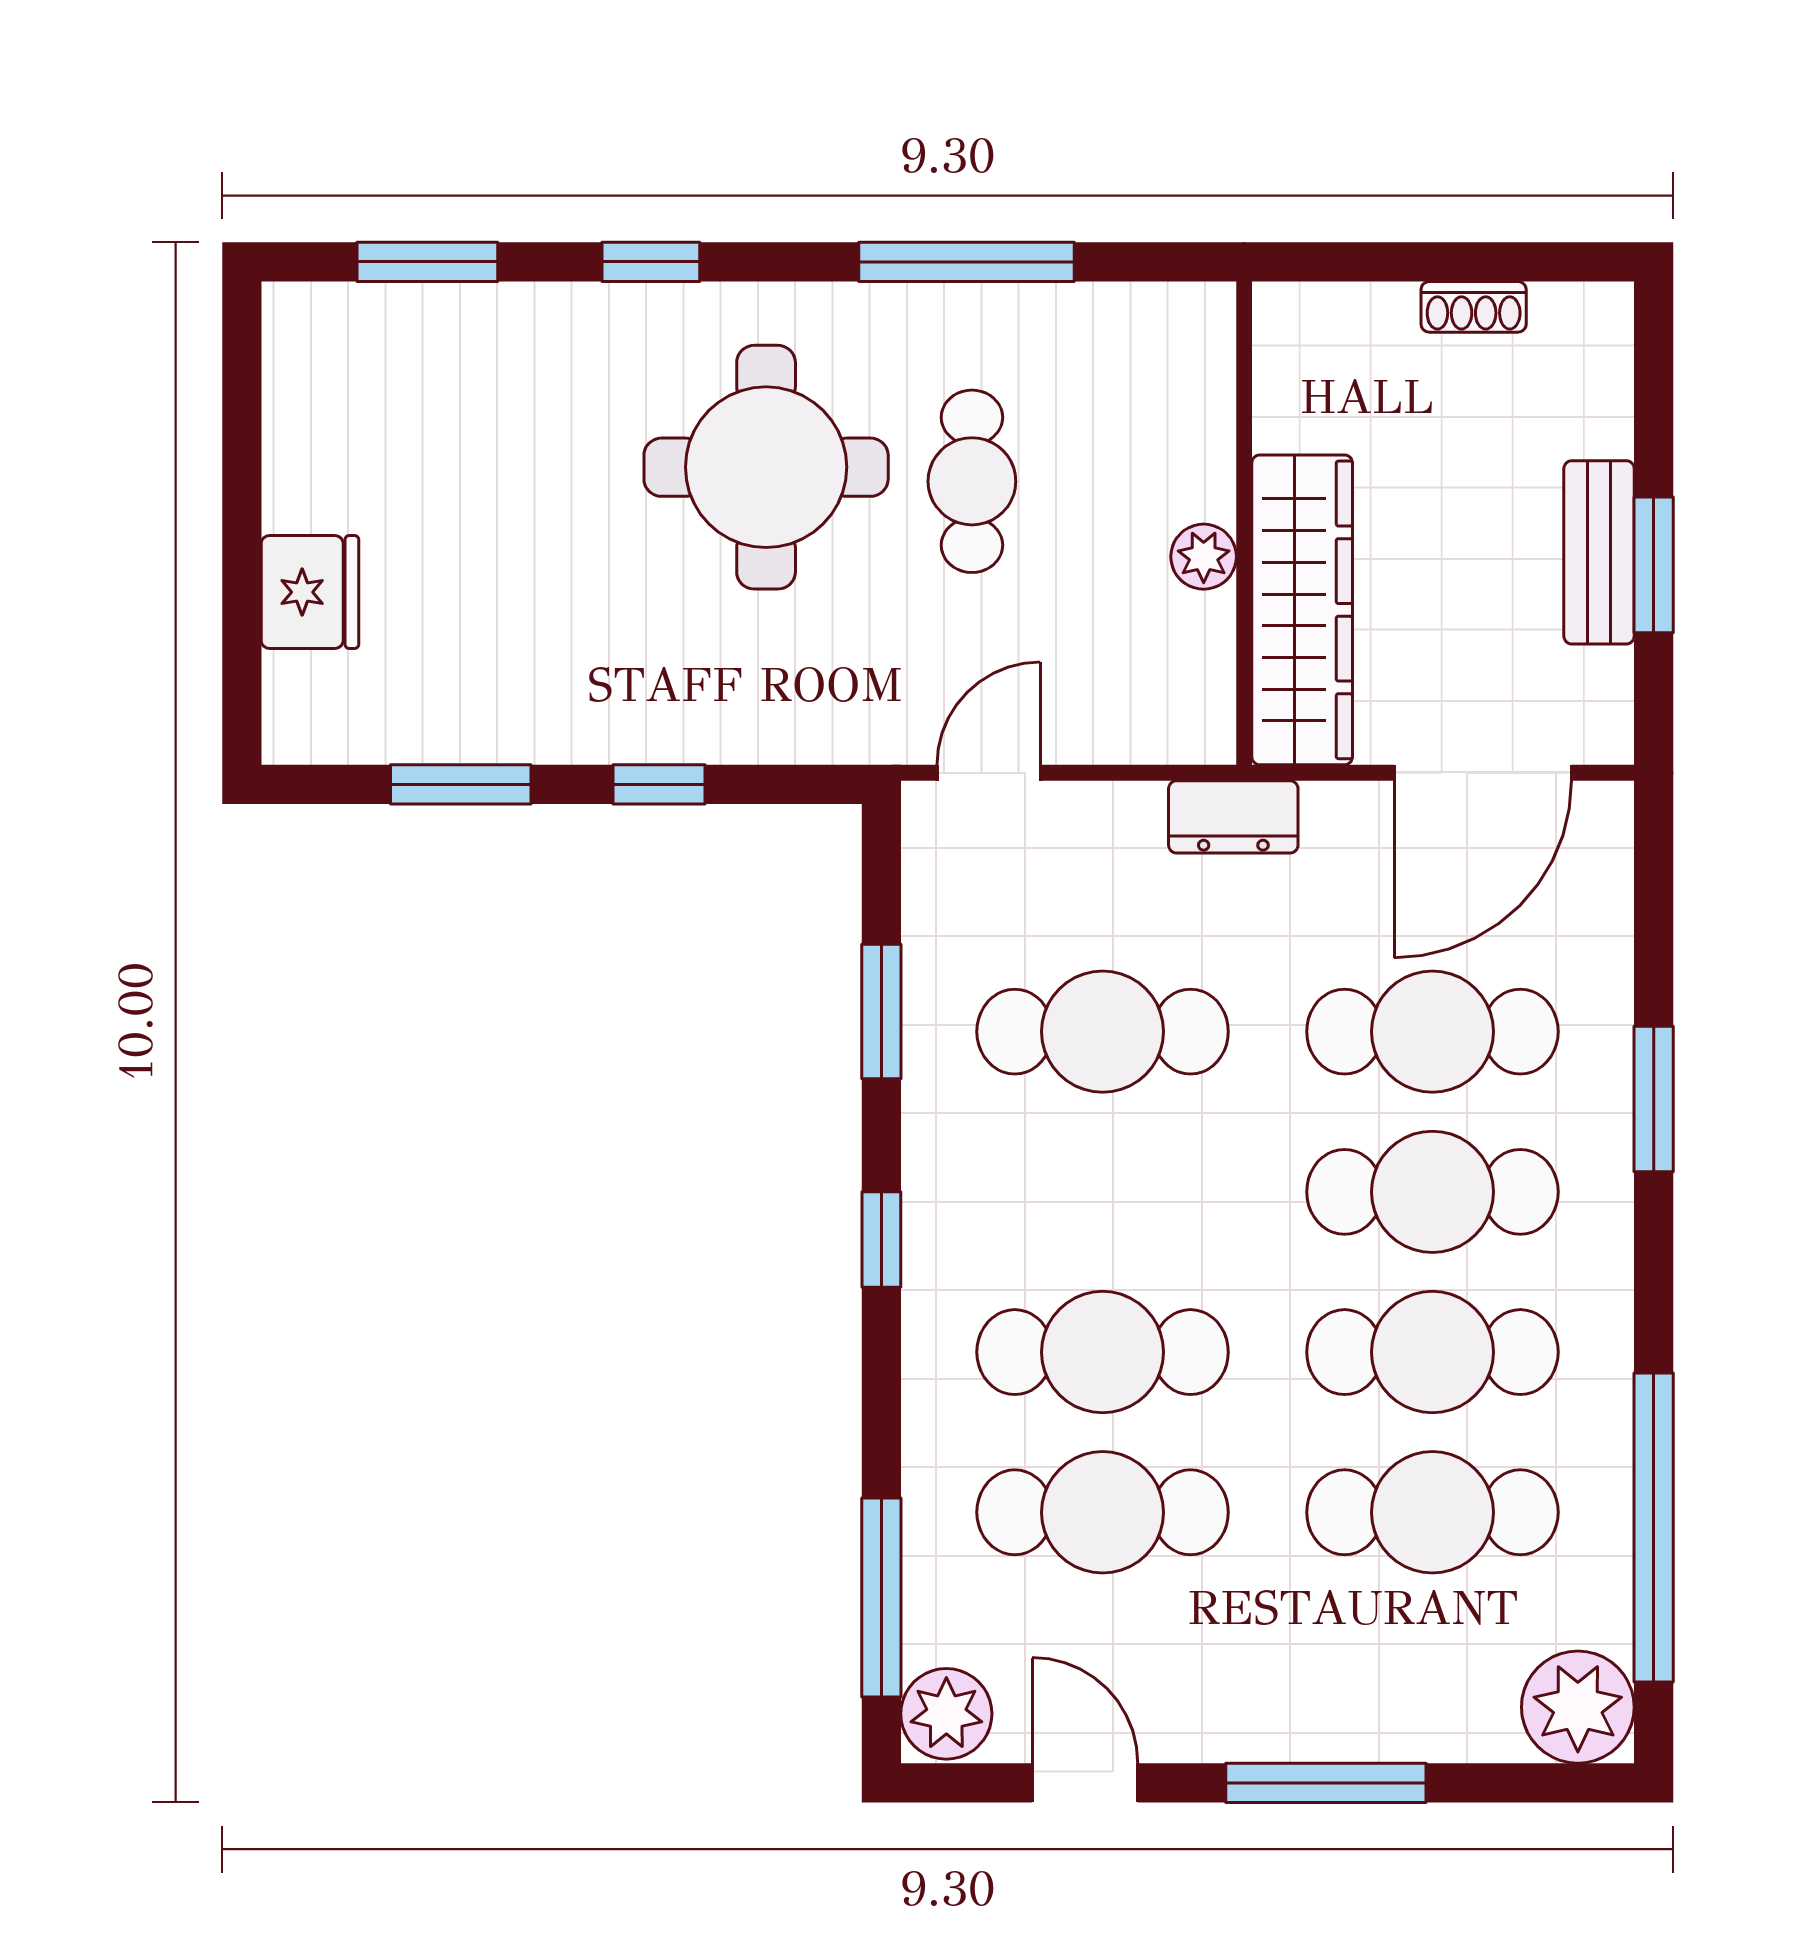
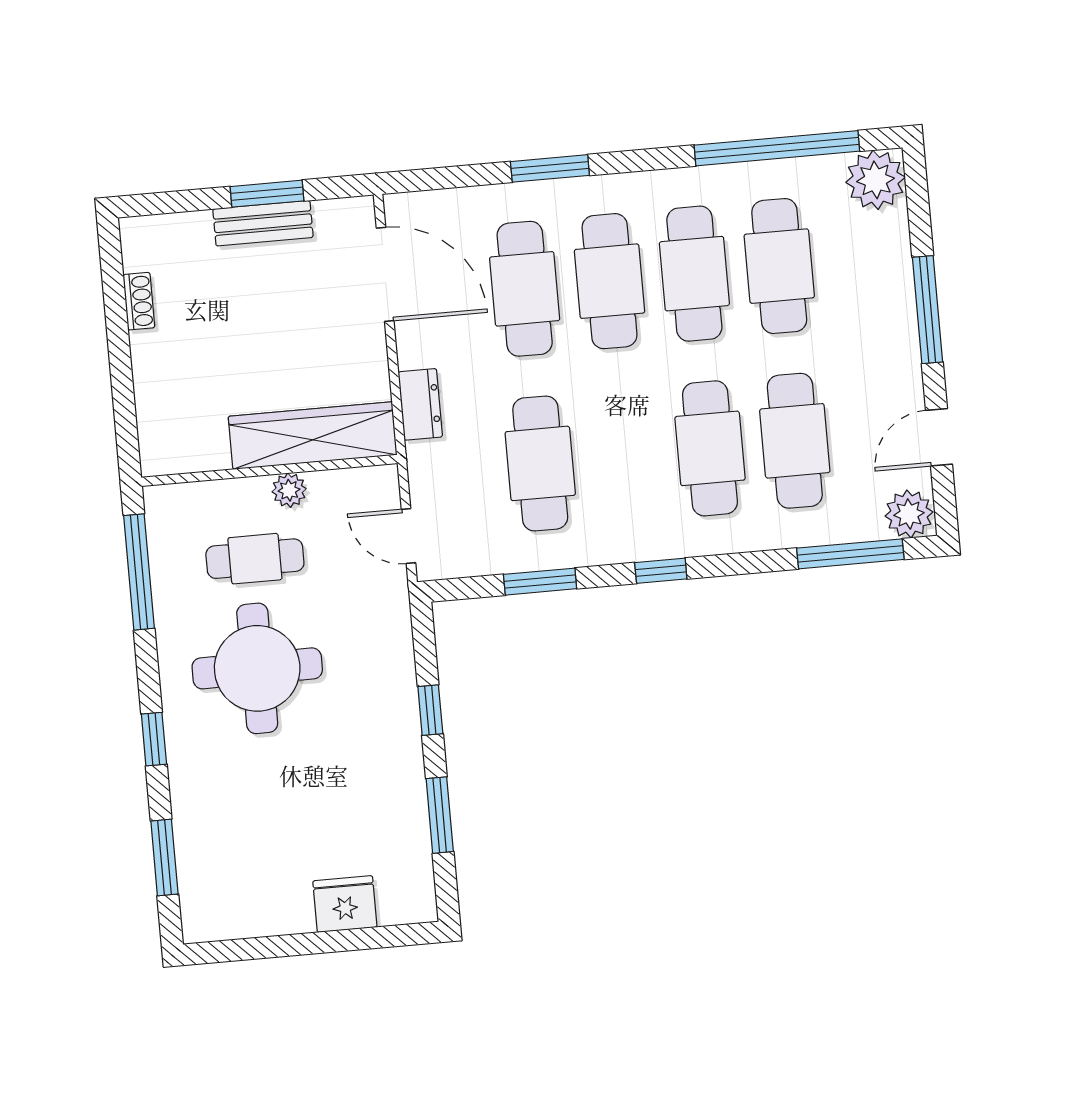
wall: (1244, 523) -> (269, 470), moved
plant: (1204, 557) -> (289, 490), moved
wardrobe: (1302, 610) -> (313, 436), moved

